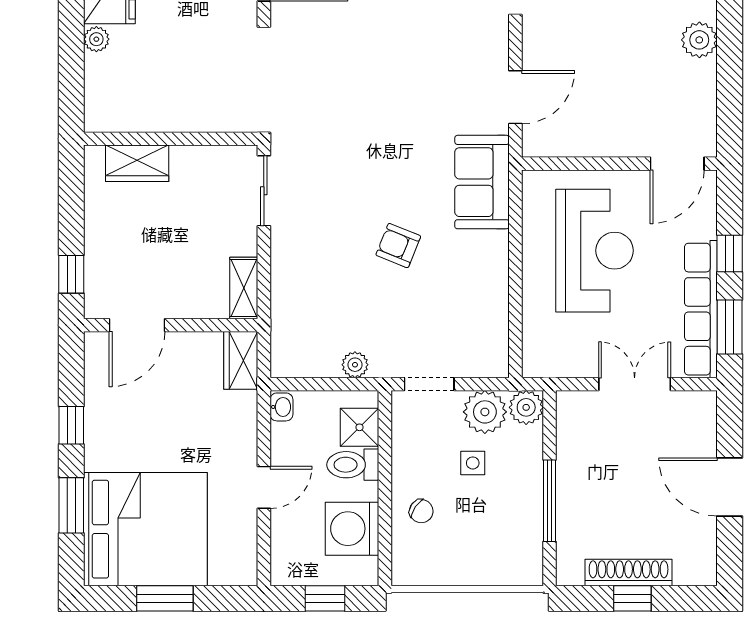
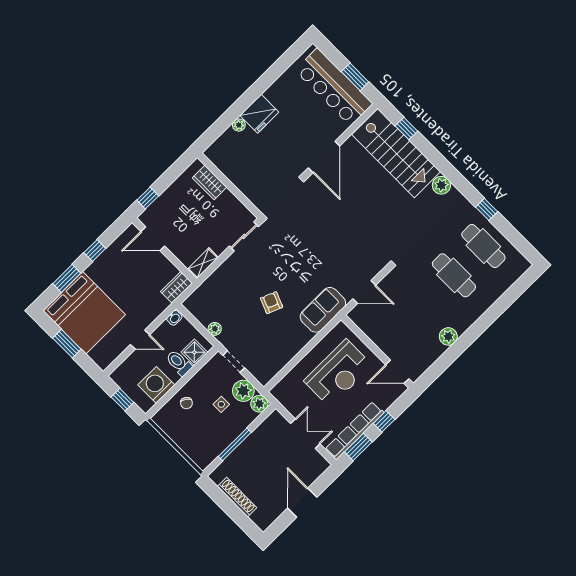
window: (632, 598) -> (229, 507), removed

